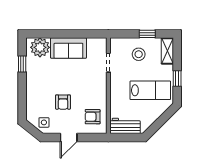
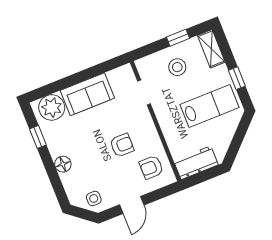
floor lamp: (32, 90) -> (63, 164), added
armchair: (63, 102) -> (122, 145), moved, turned -90

